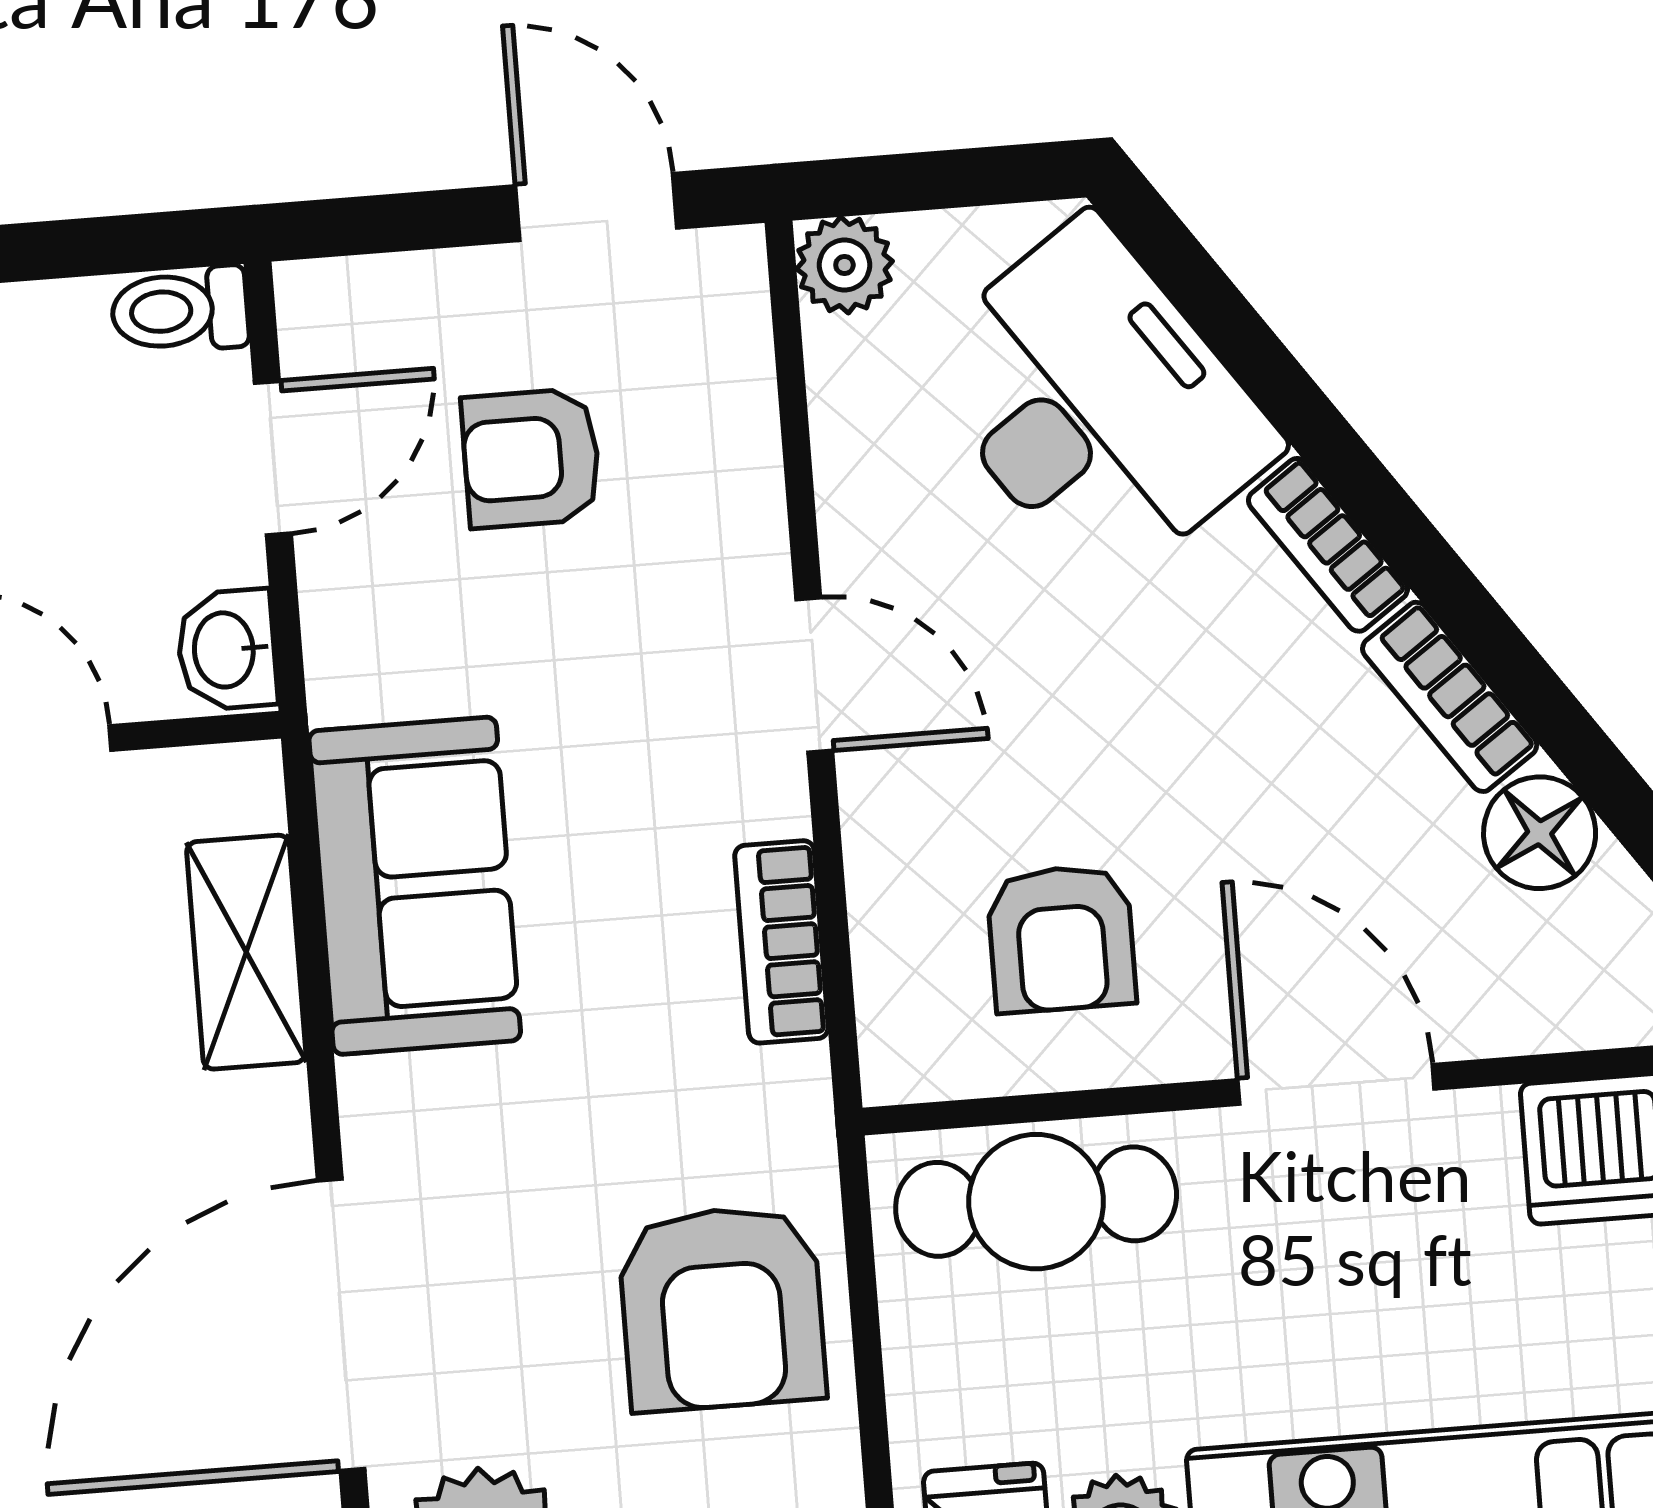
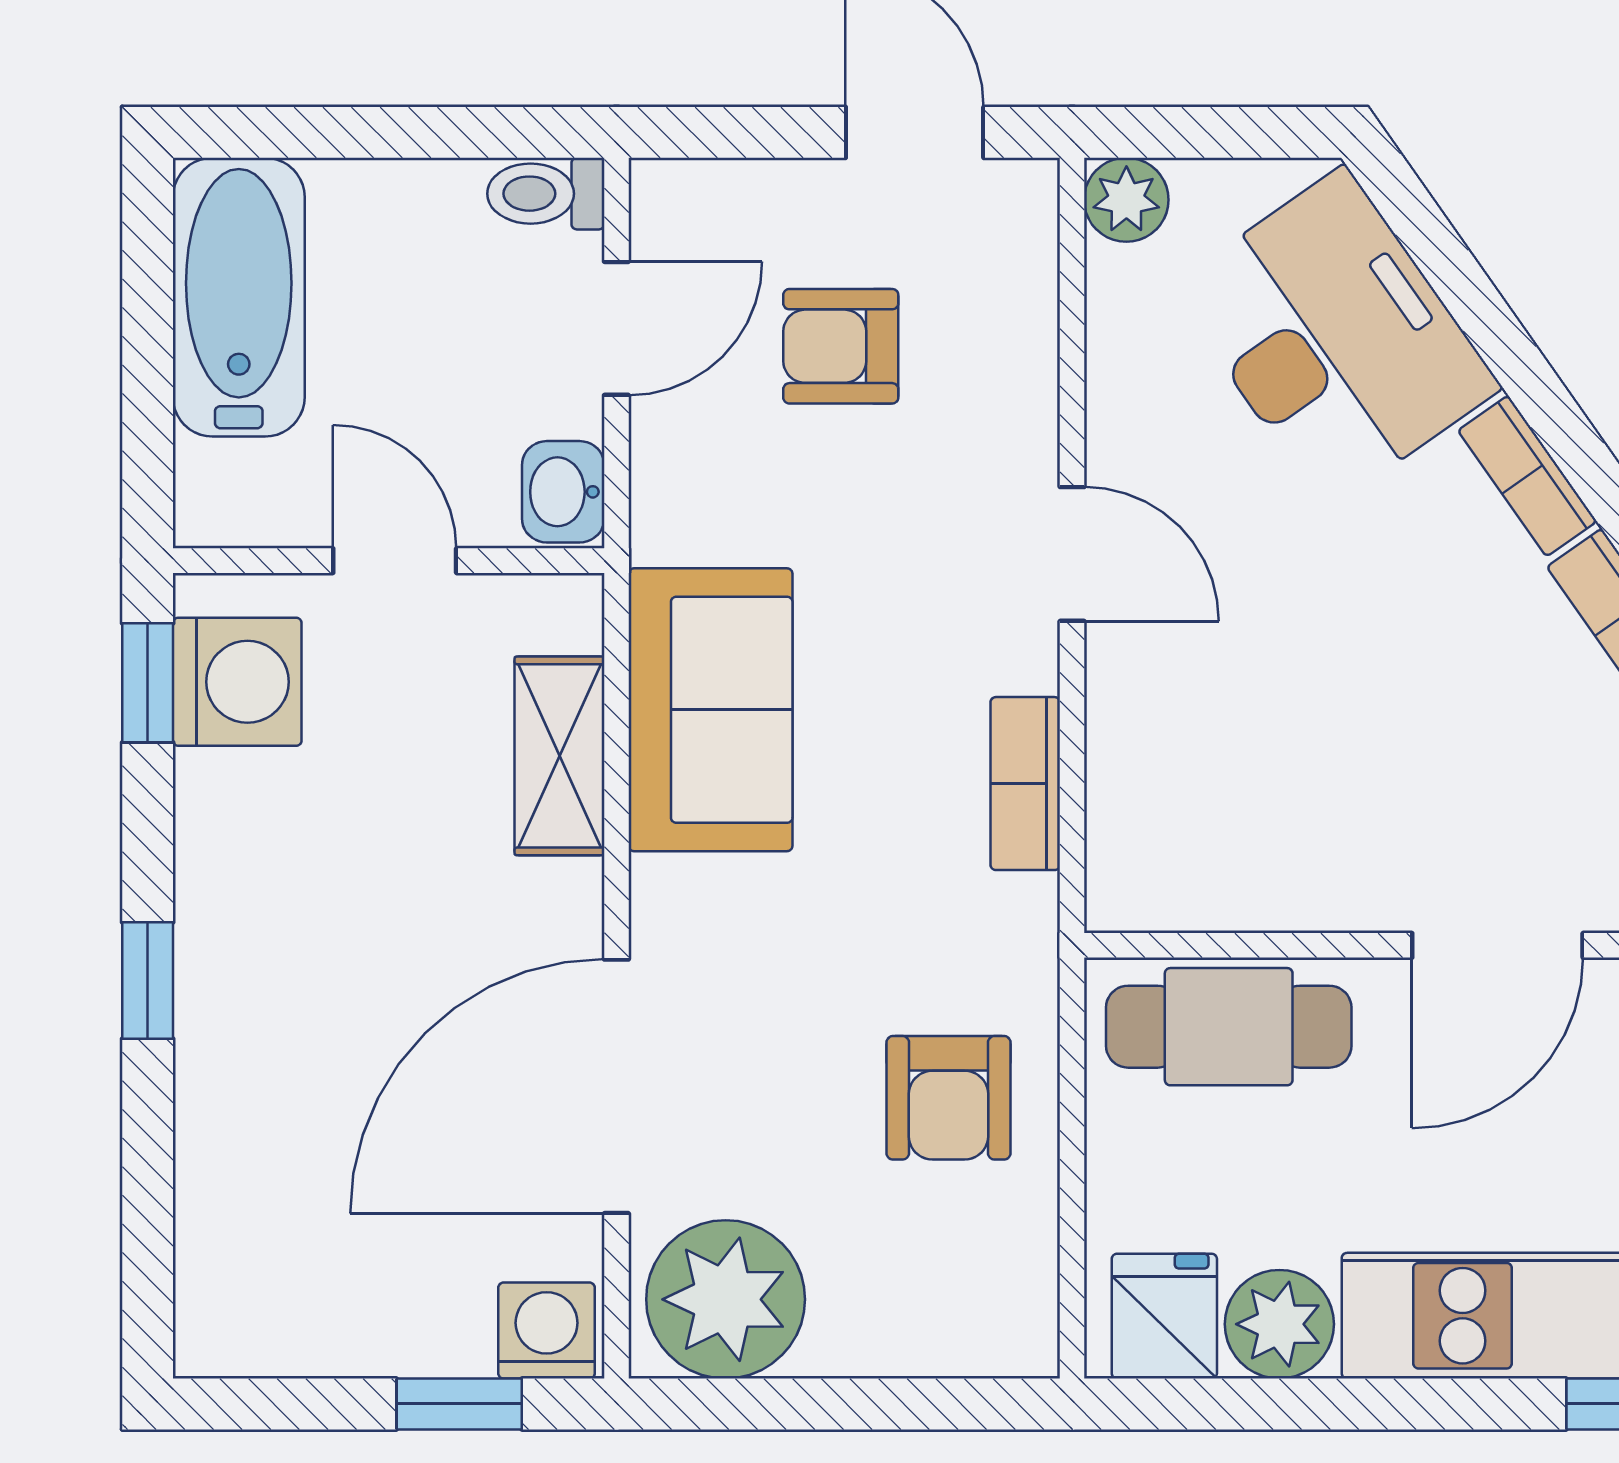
armchair: (1061, 939) -> (1269, 800), removed
door: (1336, 1084) -> (1497, 945), swing flipped
armchair: (722, 1308) -> (948, 1098), width x0.72, depth x0.72

